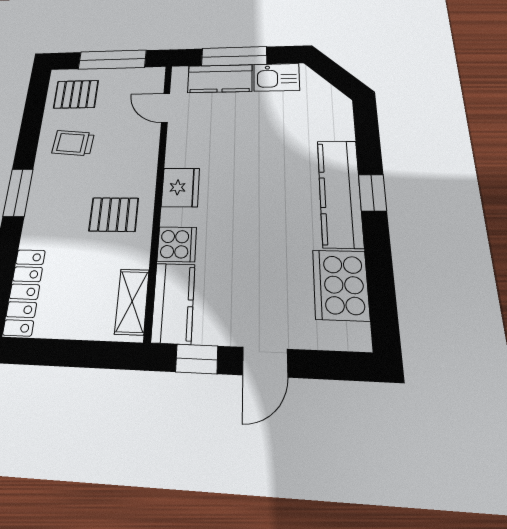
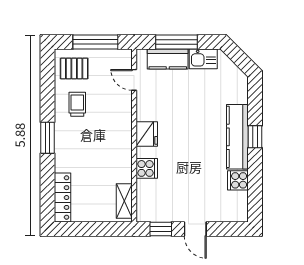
trolley: (73, 143) -> (77, 104), turned 85
pallet: (114, 215) -> (109, 151), removed
cooker: (341, 285) -> (238, 180), width x0.53, depth x0.76
kitchen counter: (173, 303) -> (147, 201), removed
door: (265, 362) -> (195, 229), hinge flipped

